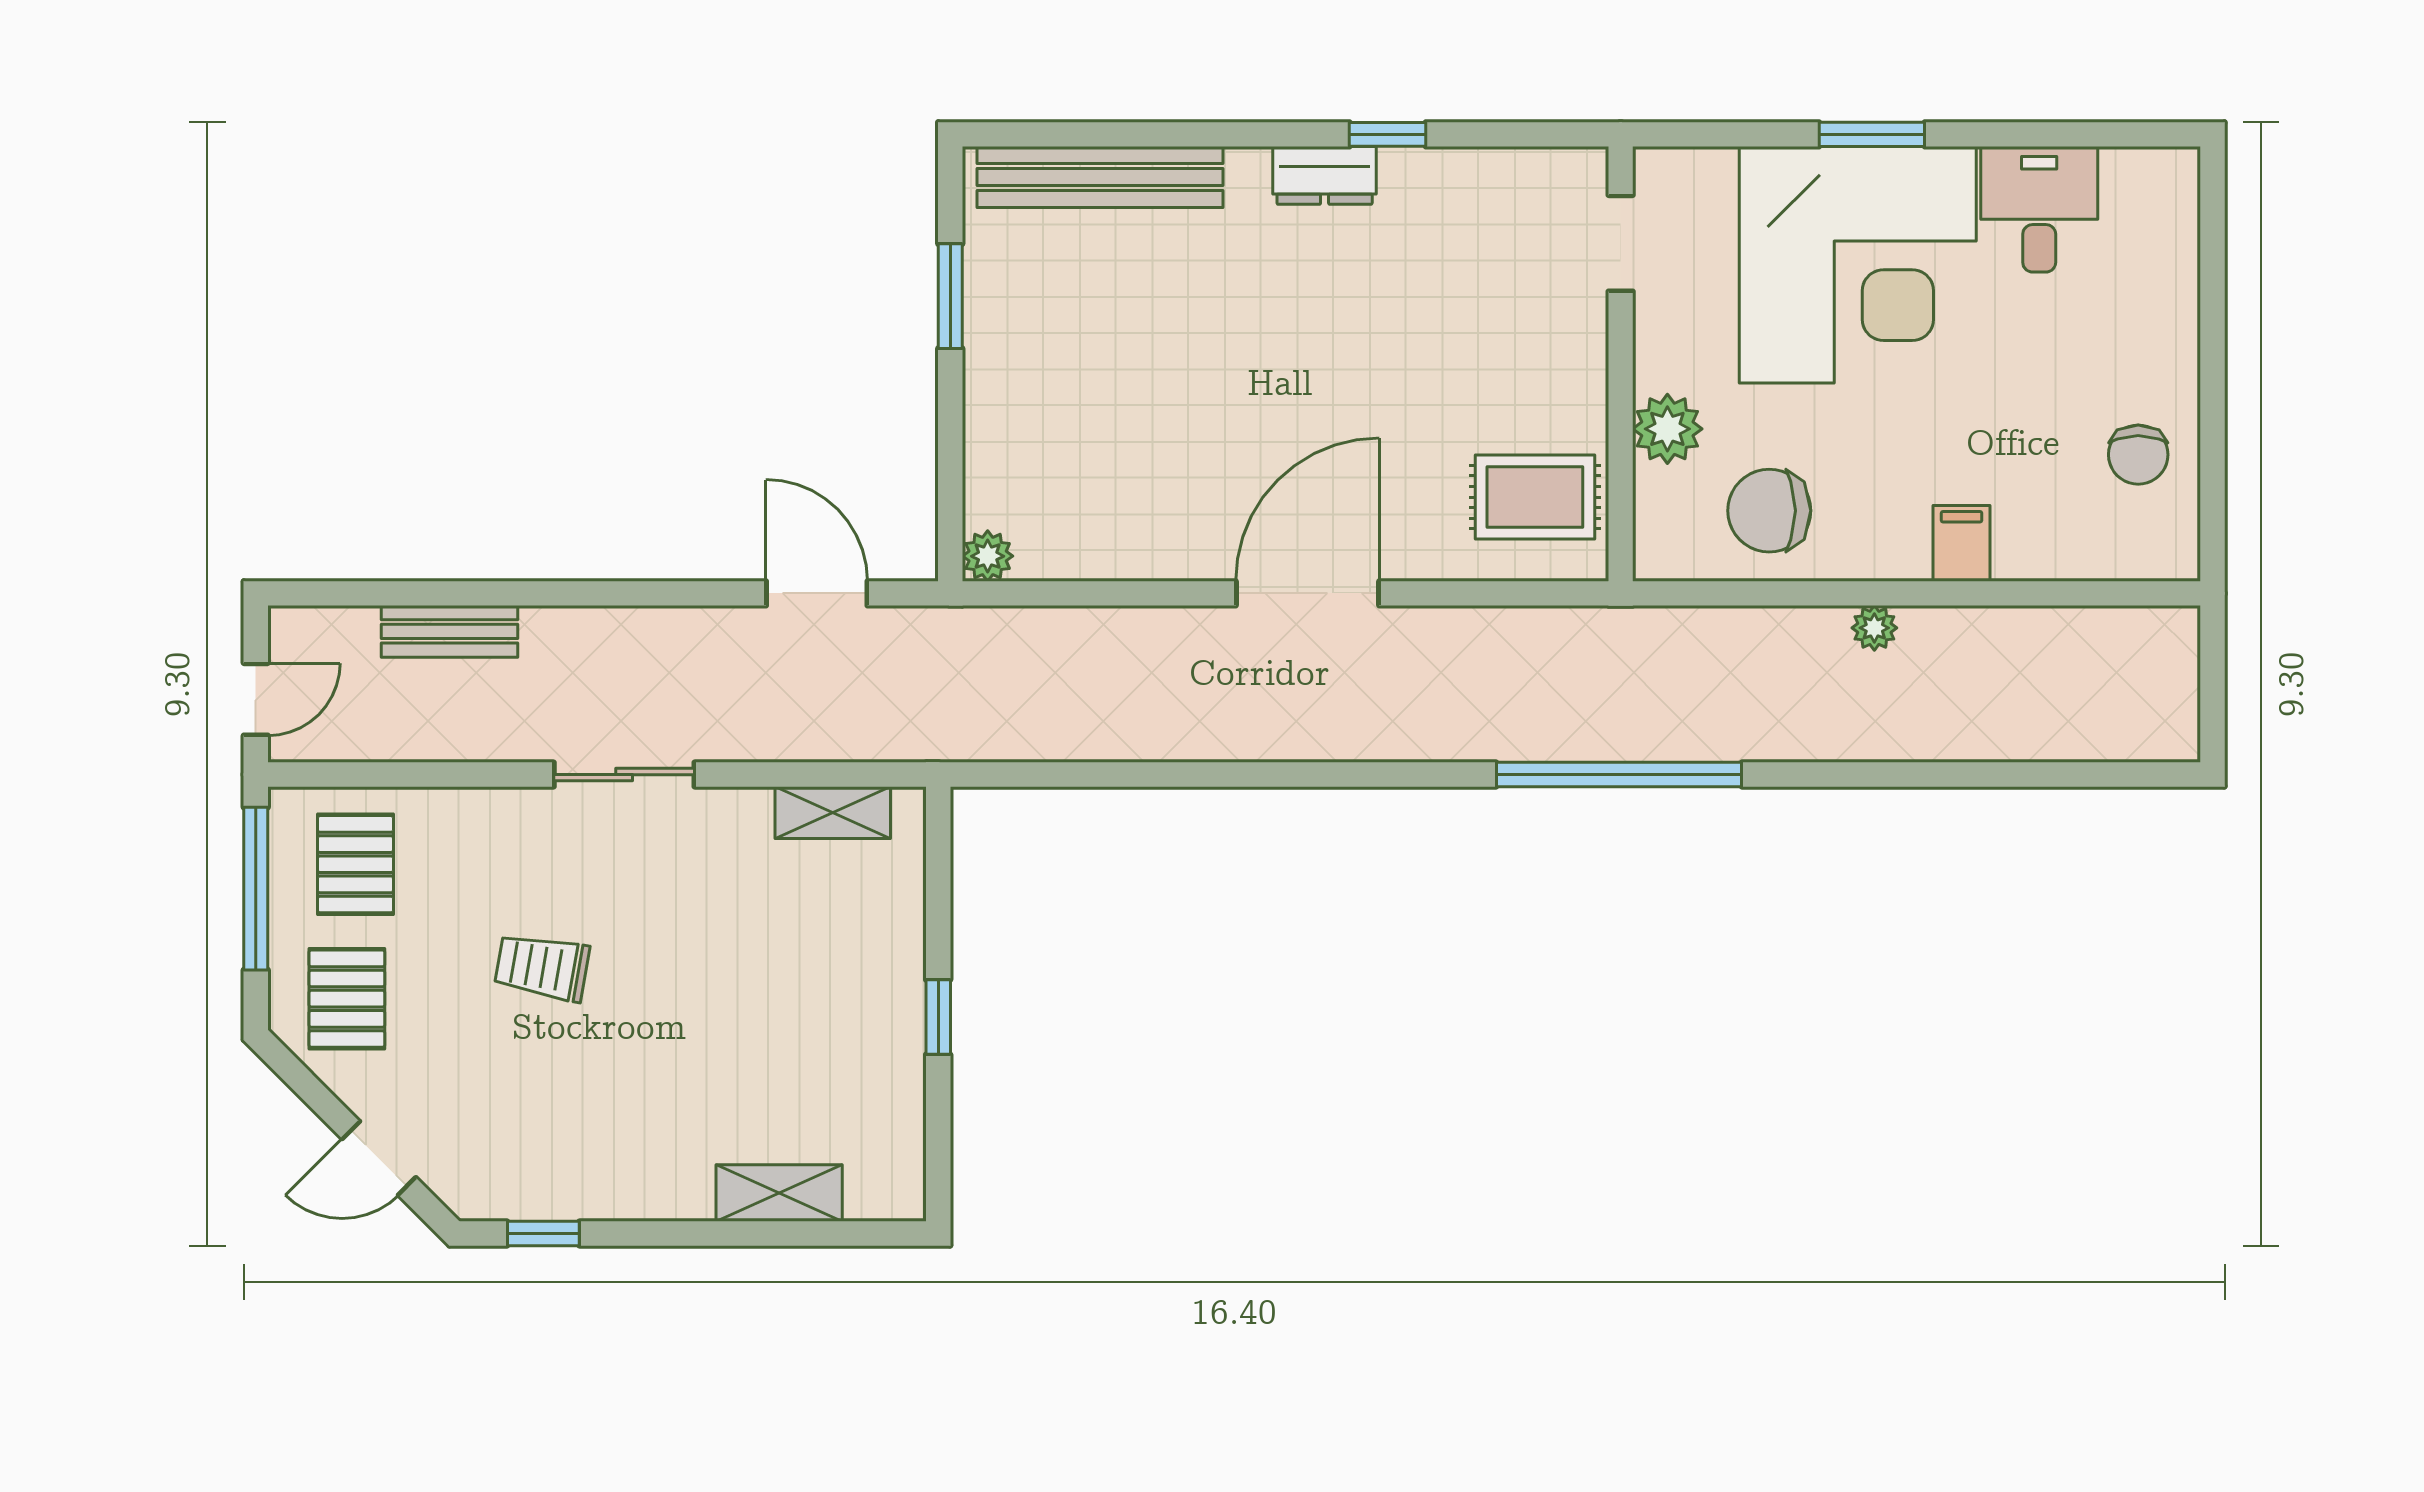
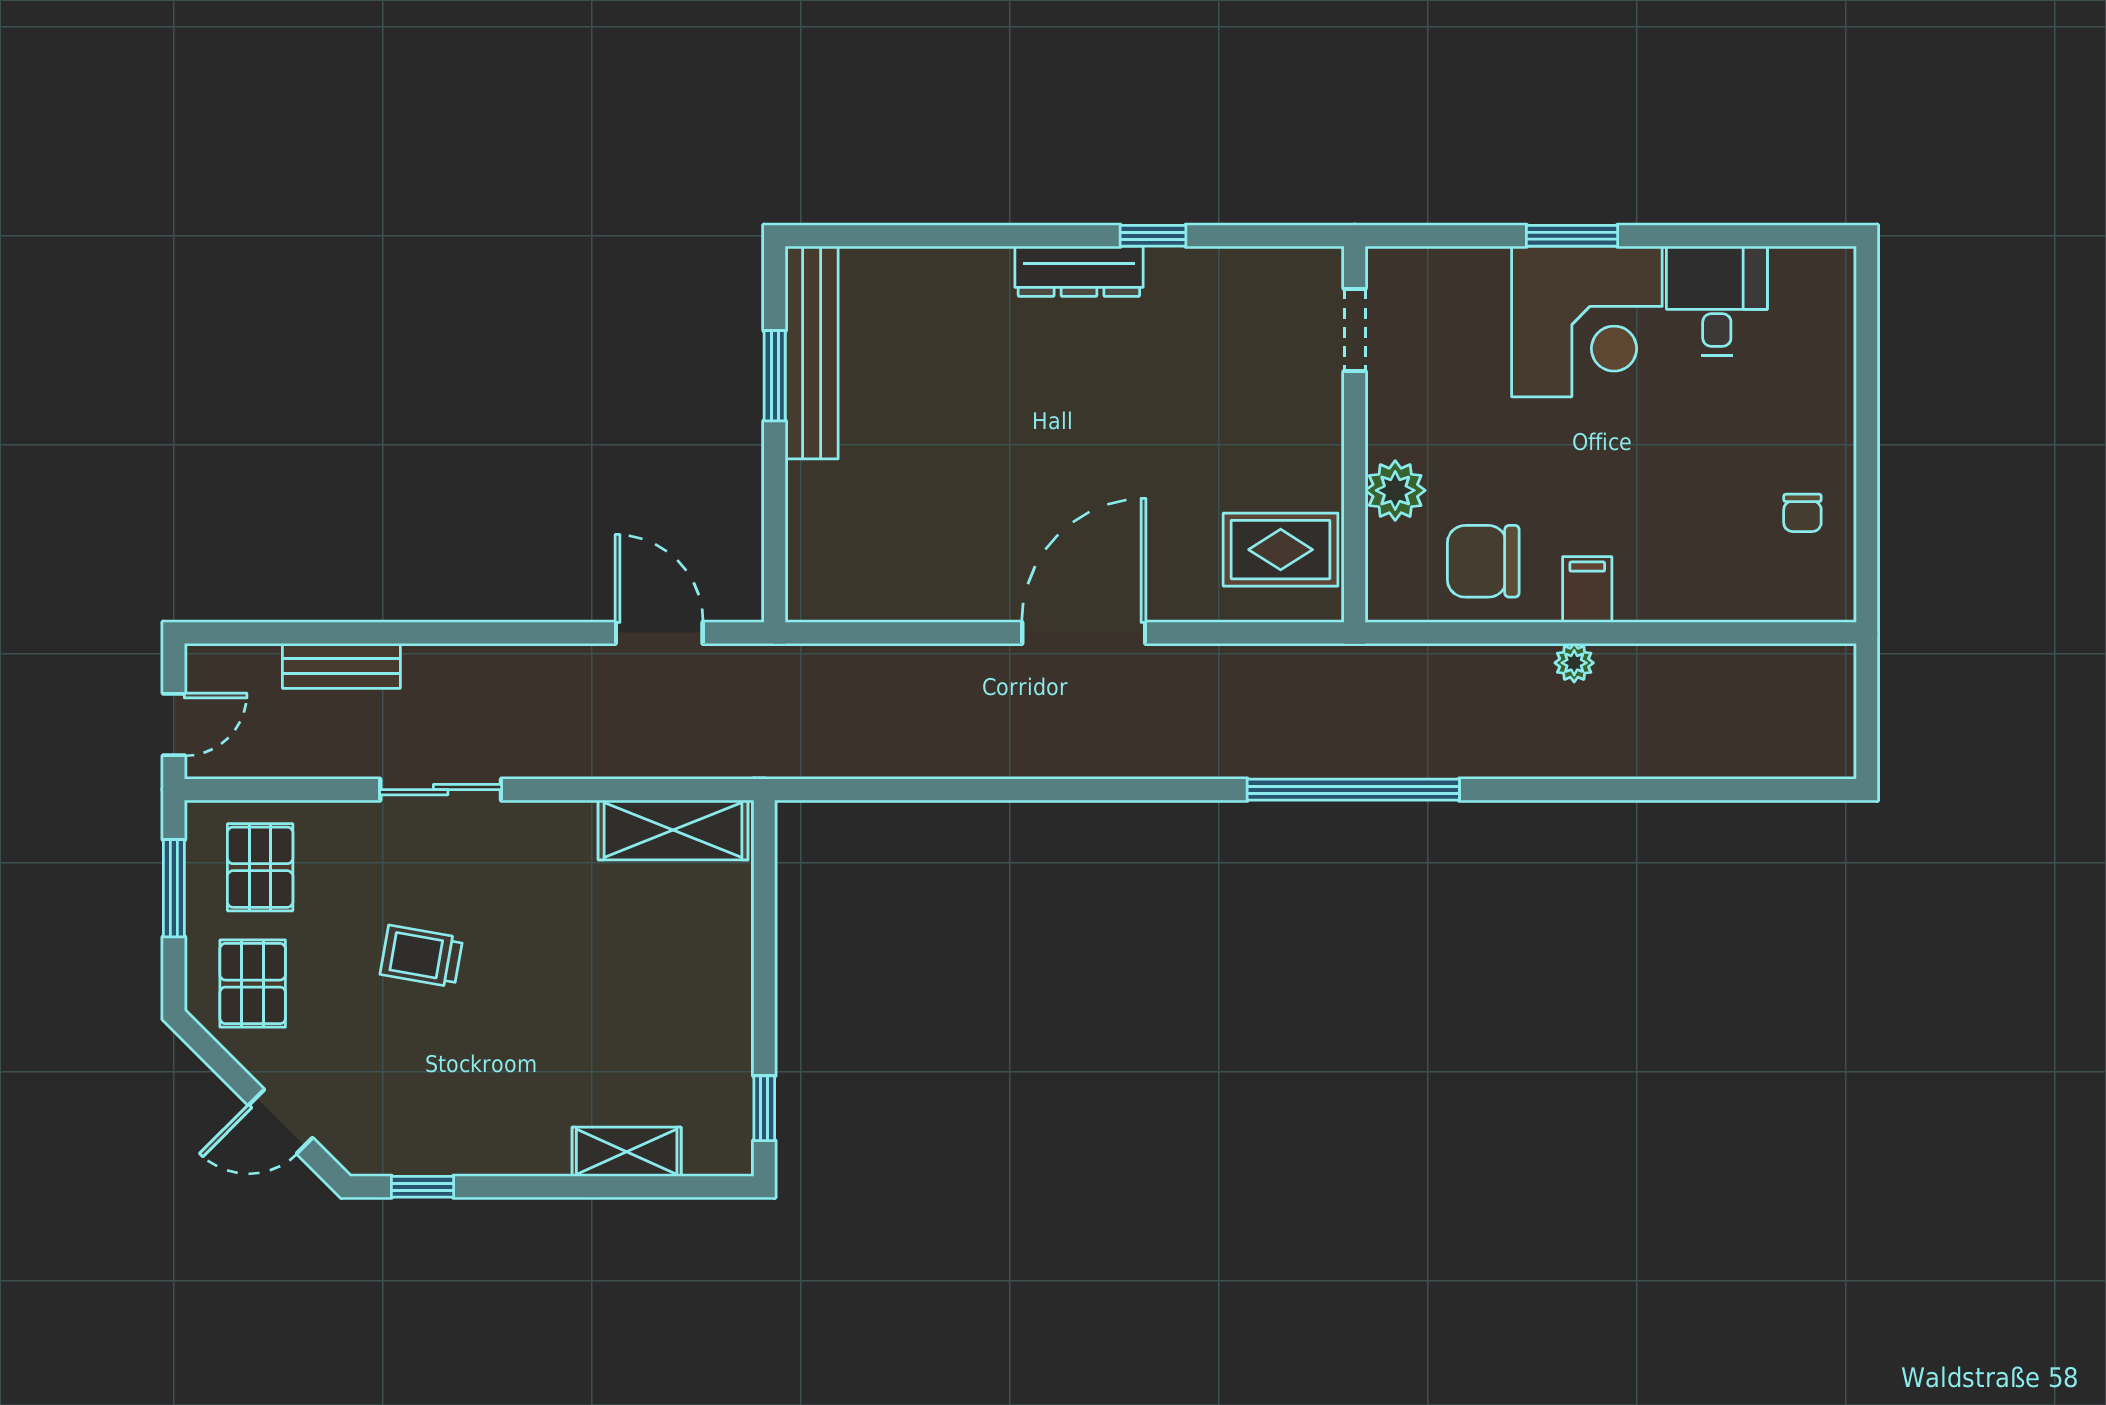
dresser: (1325, 175) -> (1079, 271), width x1.44
bench: (1100, 177) -> (812, 353), moved, turned 90
corner desk: (1858, 265) -> (1587, 321), width x0.74, depth x0.74
chair: (2138, 455) -> (1802, 513), width x0.73, depth x0.73
filing cabinet: (1962, 543) -> (1587, 590), moved
plant: (988, 556) -> (807, 601), removed
sliding door: (624, 775) -> (441, 790), moved
shelving: (833, 813) -> (673, 830), width x1.50, depth x1.33
window: (256, 889) -> (174, 888), width x0.69
window: (938, 1017) -> (764, 1108), moved

